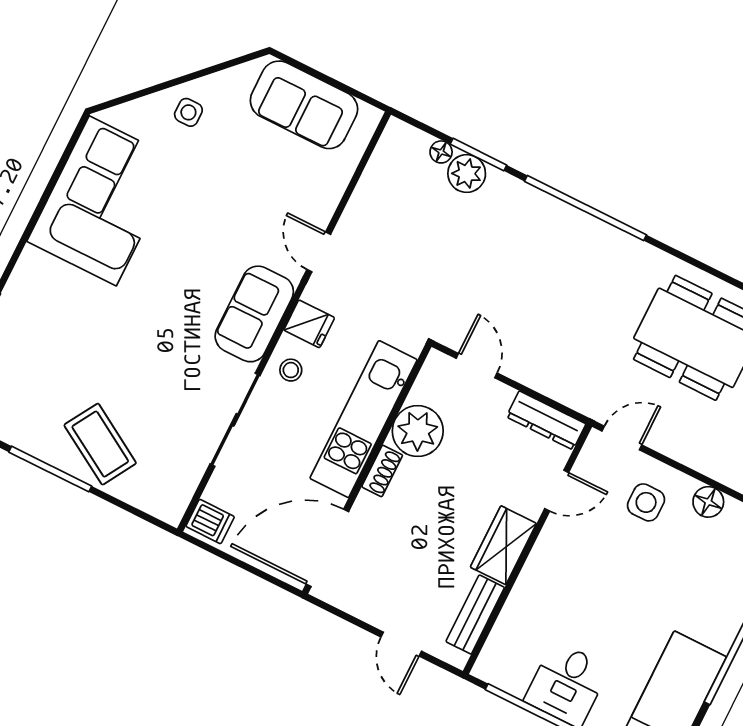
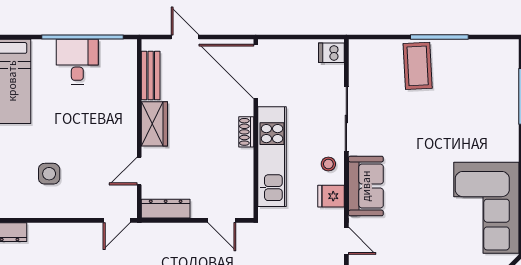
plant: (418, 431) -> (237, 165), removed
coffee table: (100, 444) -> (418, 66), turned 56
side table: (646, 502) -> (49, 174), moved
floor lamp: (708, 502) -> (48, 208), removed
door: (327, 548) -> (256, 71), swing flipped

